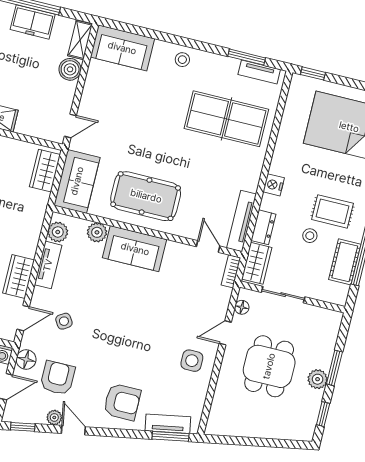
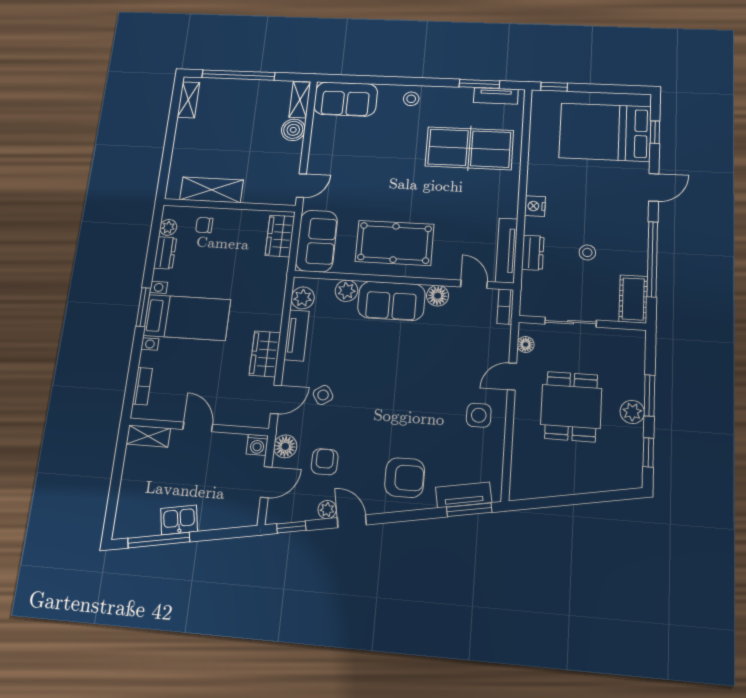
freezer: (33, 22) -> (248, 92), removed
rug: (332, 211) -> (607, 222), removed
floor lamp: (175, 251) -> (438, 296), added
cot: (345, 262) -> (633, 299), moved
wardrobe: (257, 263) -> (533, 293), removed
armchair: (58, 378) -> (325, 462), width x0.72, depth x0.72

